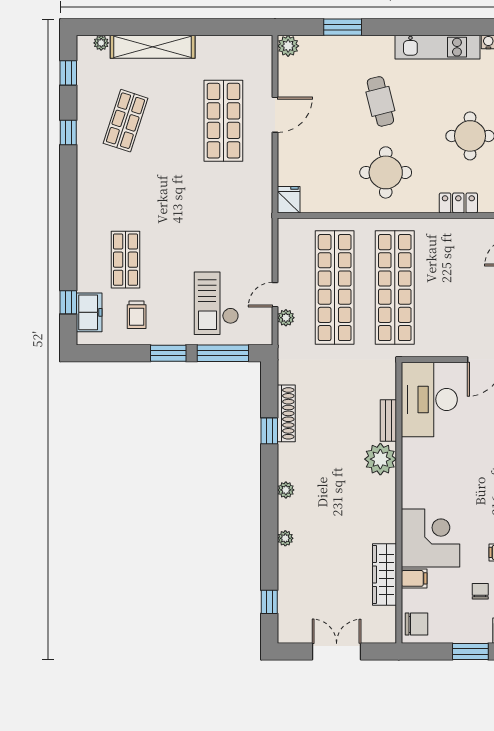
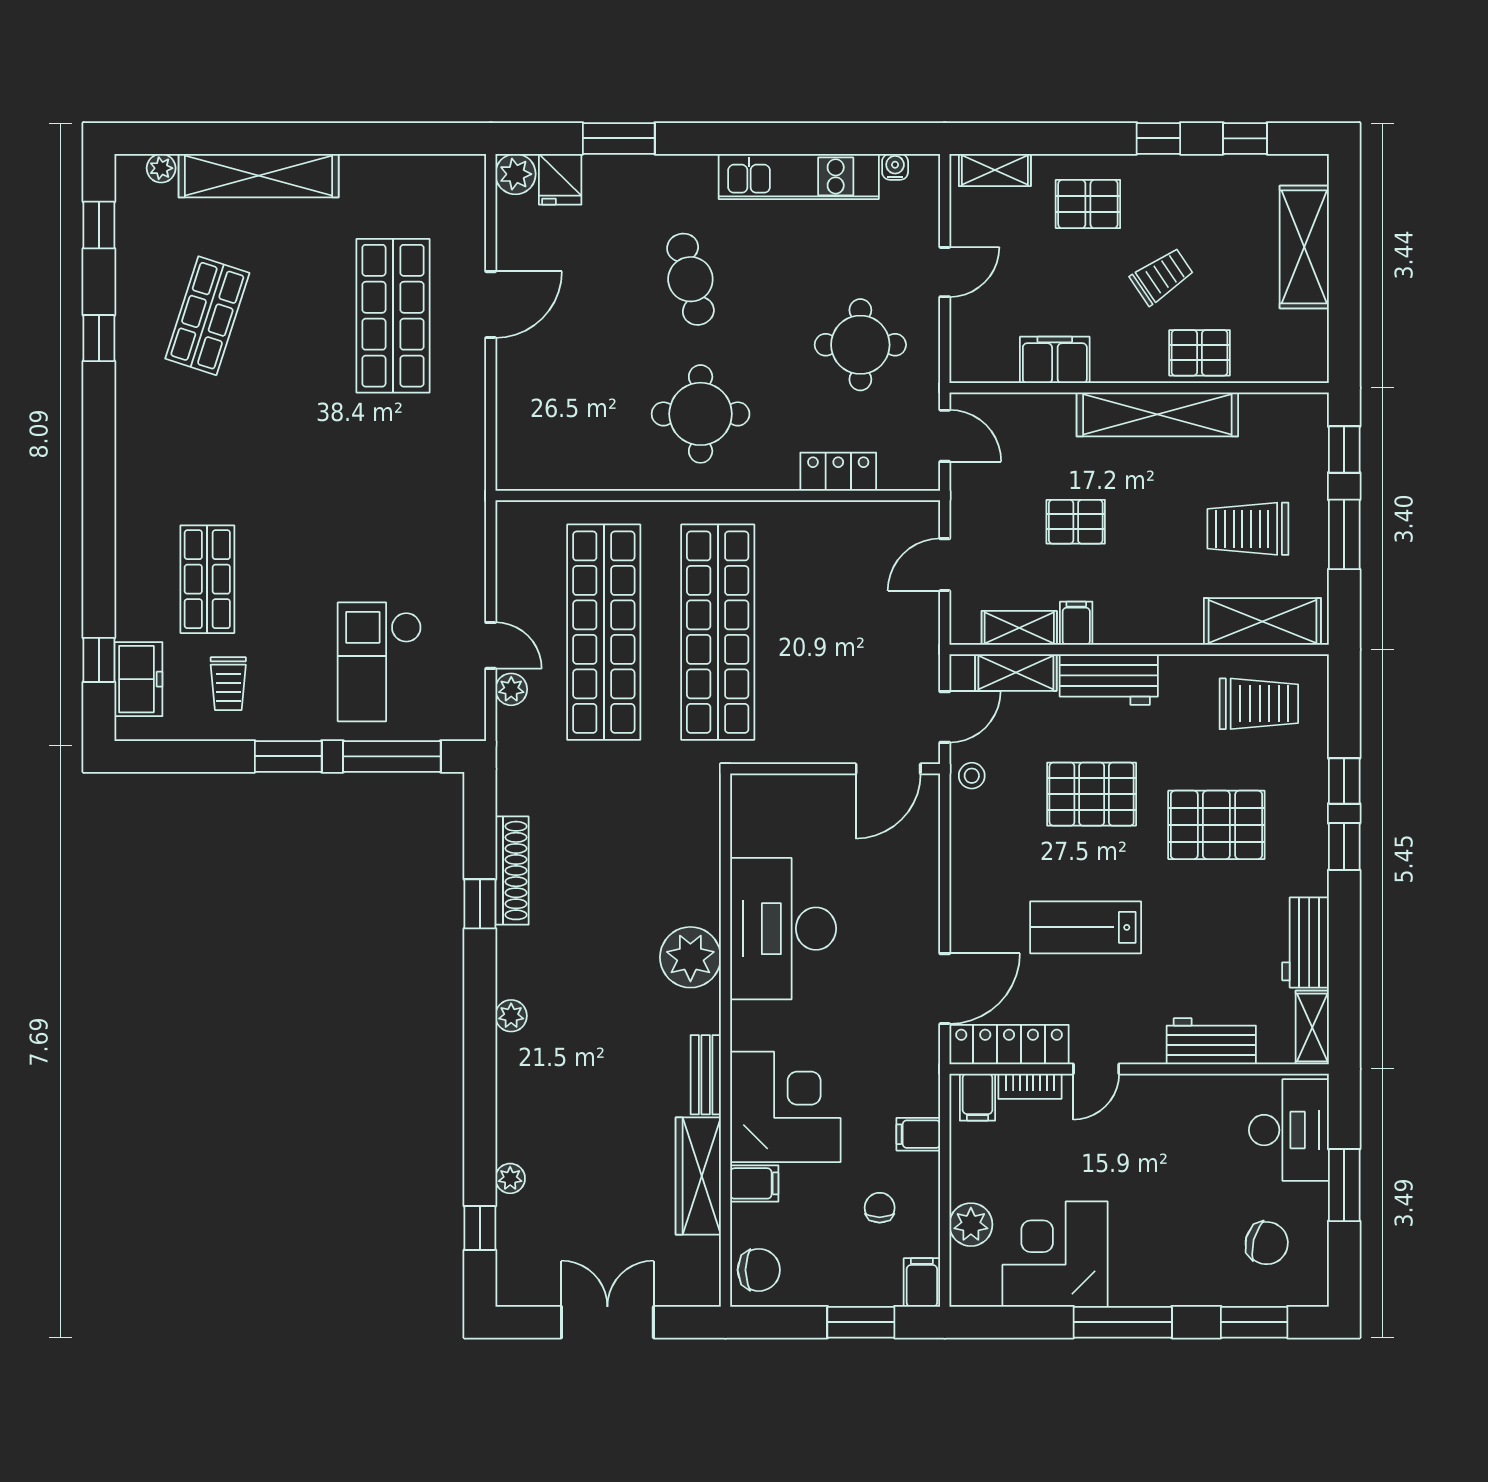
fridge: (289, 200) -> (560, 179), moved, turned 180
door: (275, 295) -> (491, 645), swing flipped
desk: (429, 399) -> (783, 929), moved
bench: (388, 421) -> (706, 1075), moved
plant: (285, 538) -> (510, 1178), moved

